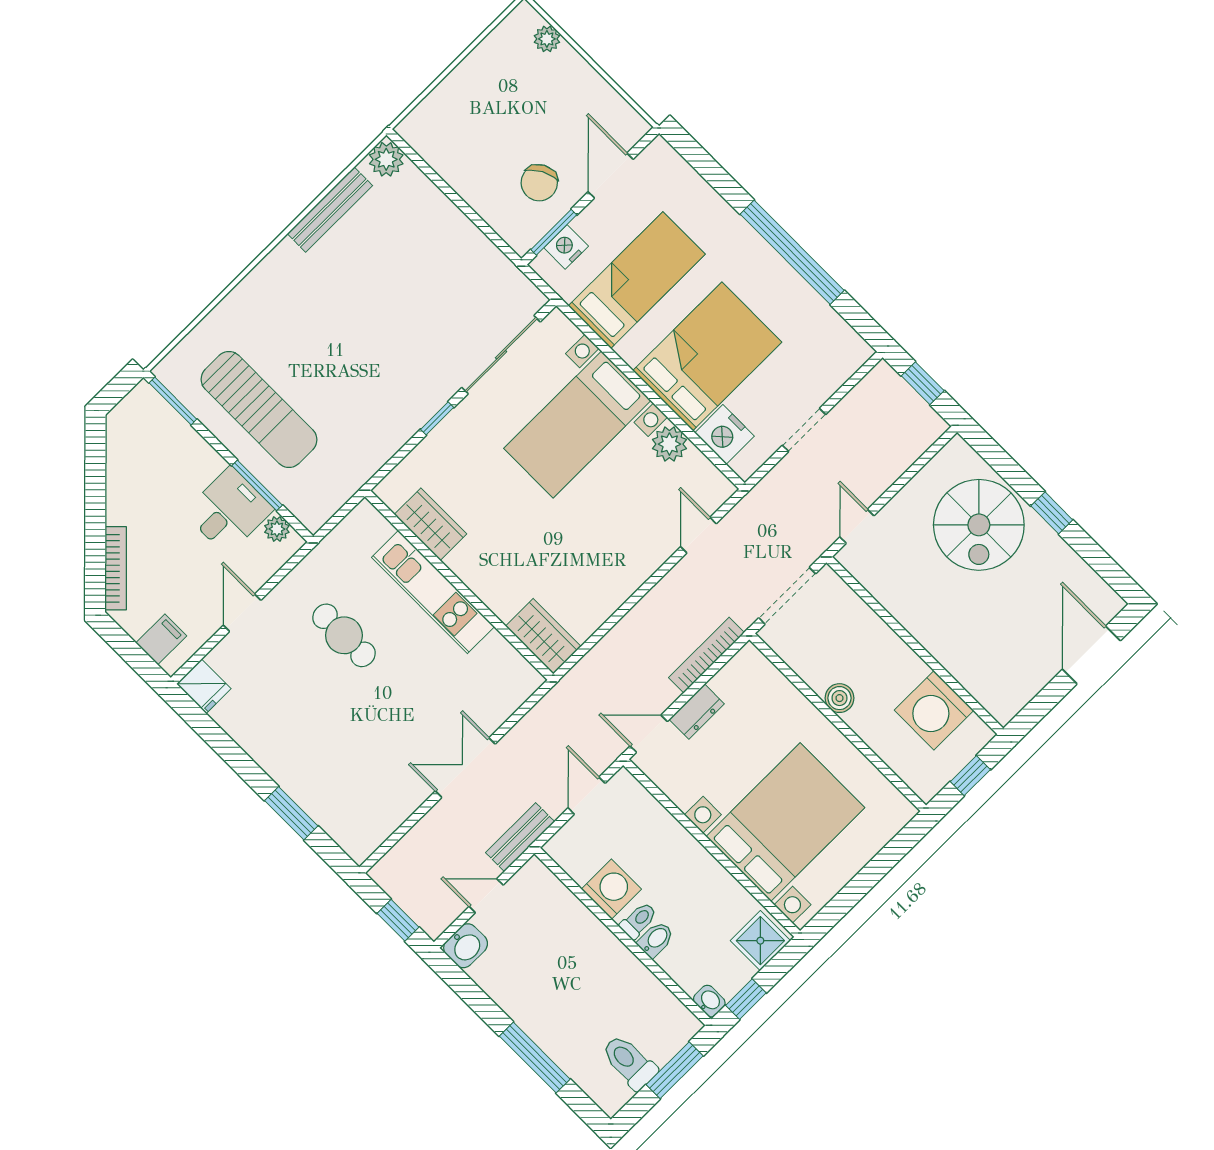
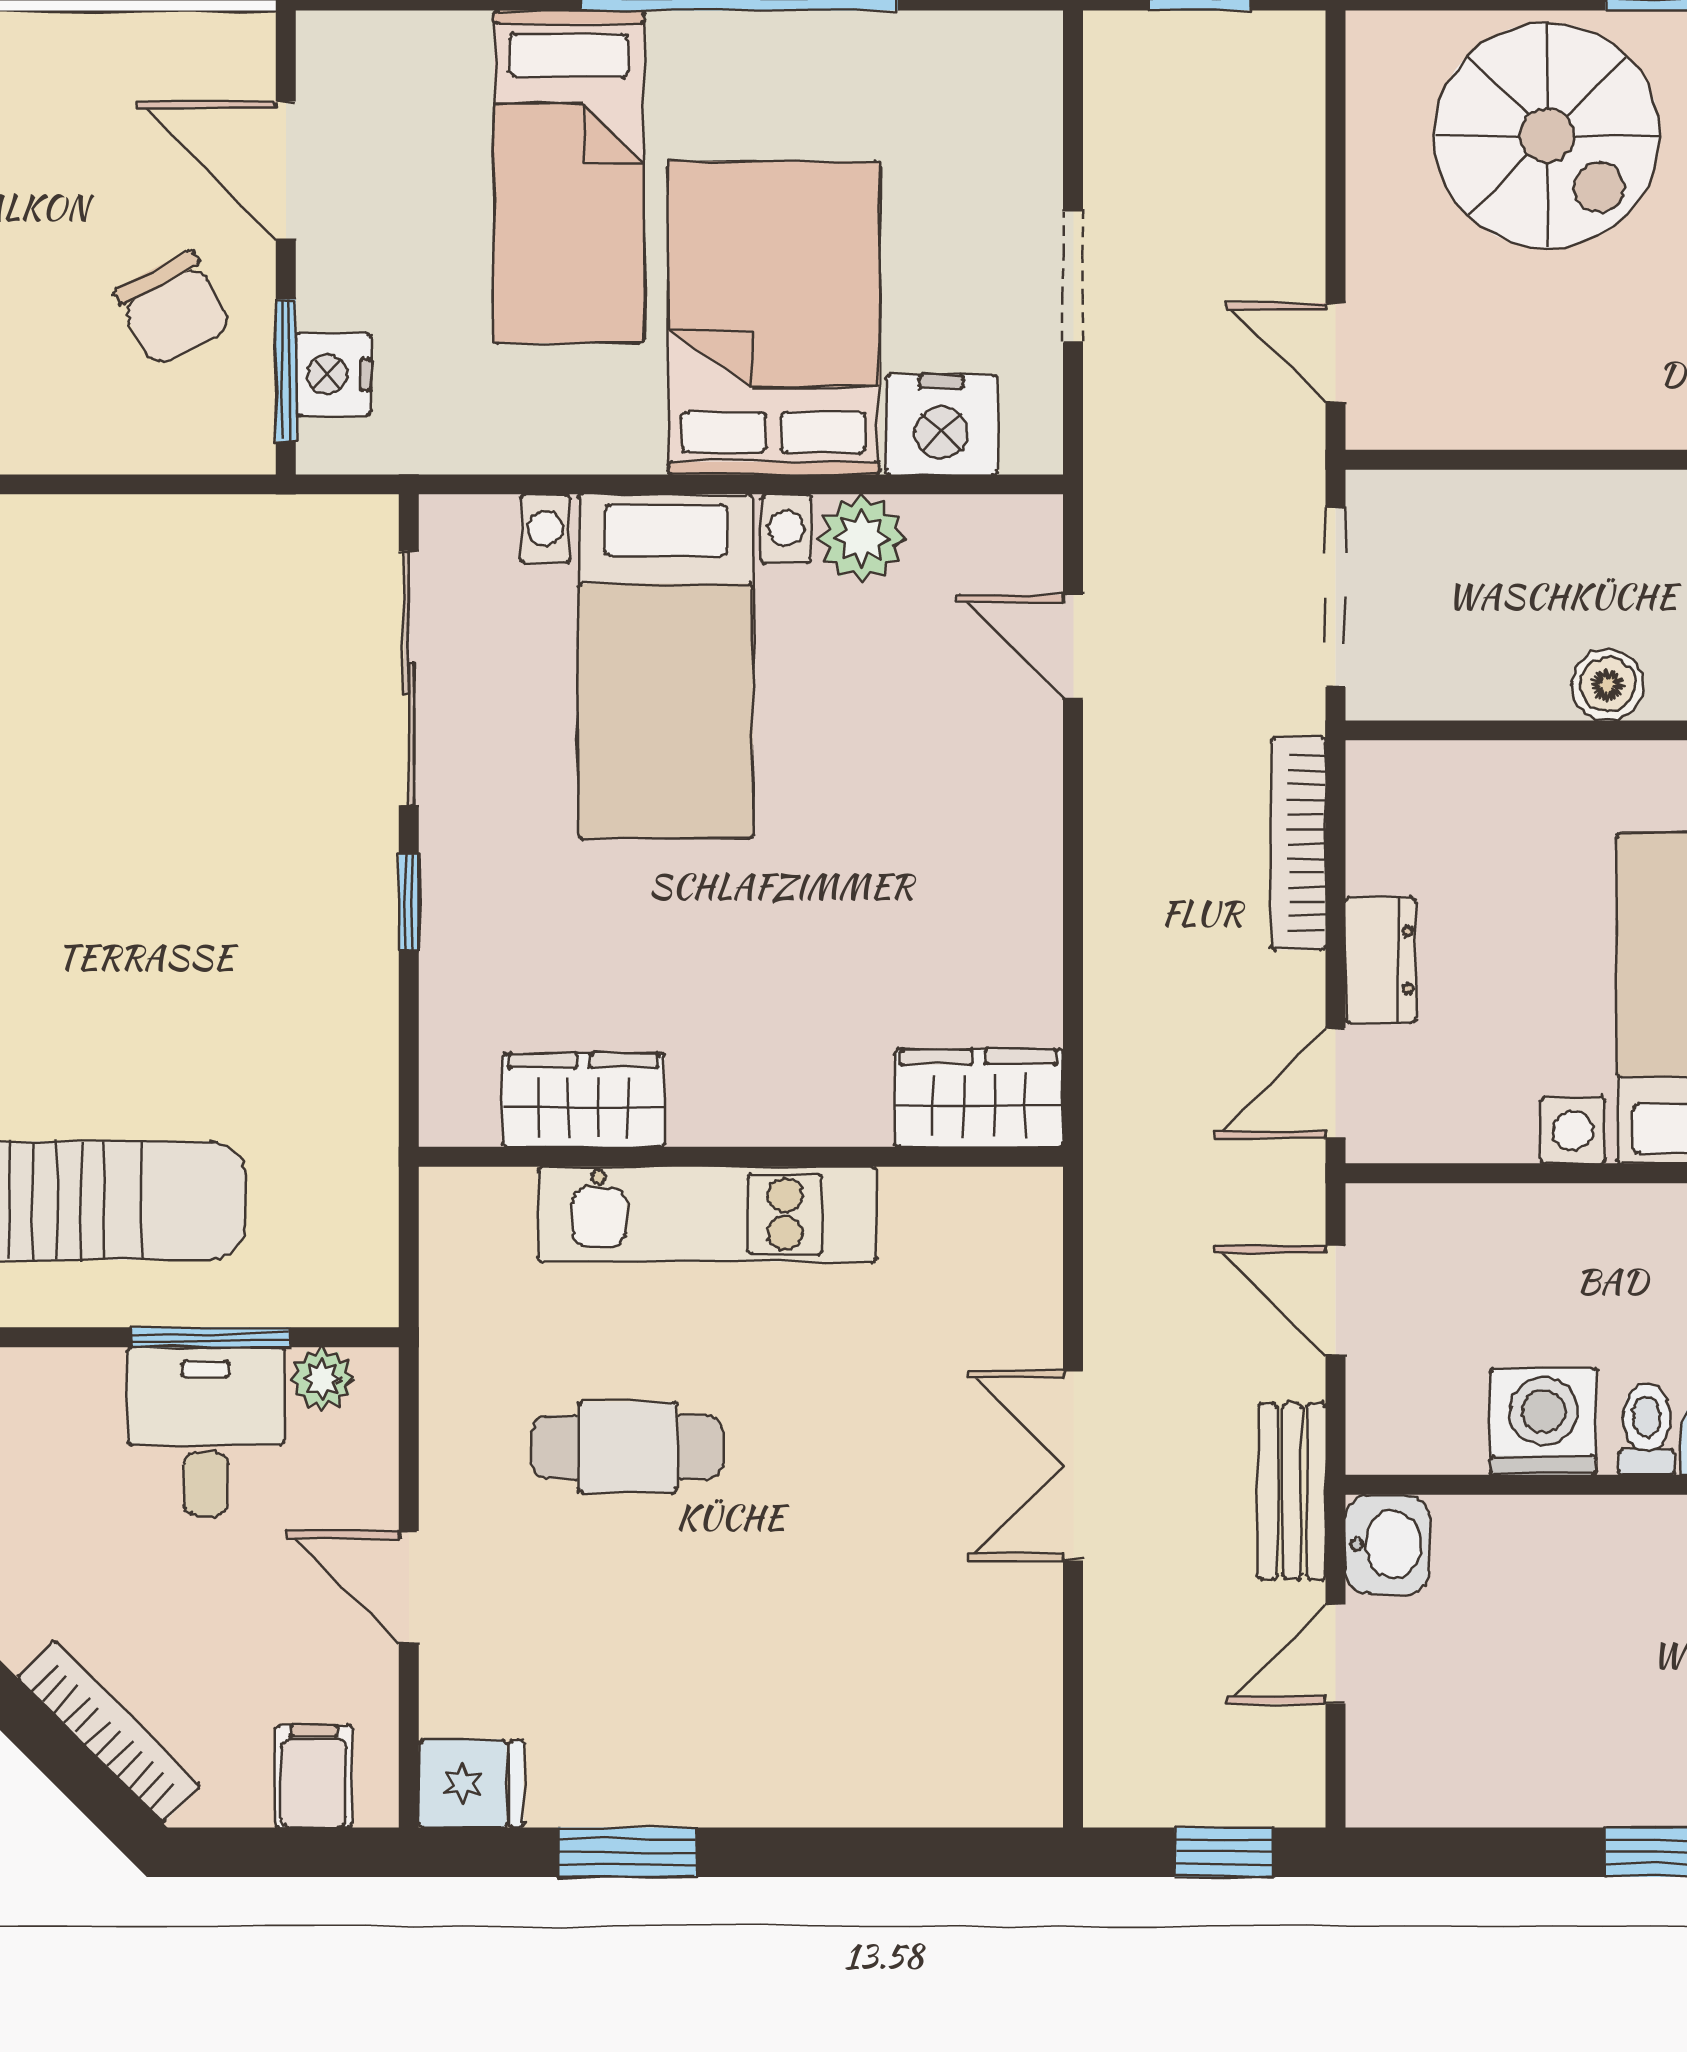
bed: (637, 280) -> (569, 177), moved, turned 180
window: (291, 813) -> (627, 1852), moved
washbasin: (466, 946) -> (1387, 1544), moved

